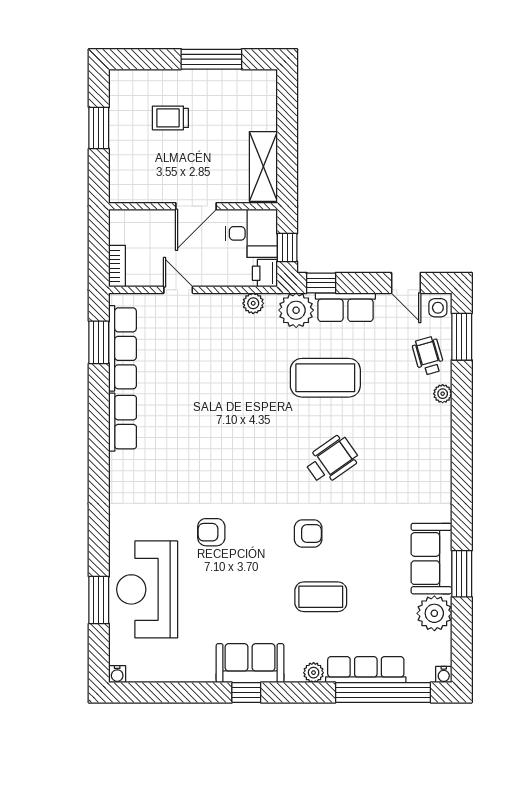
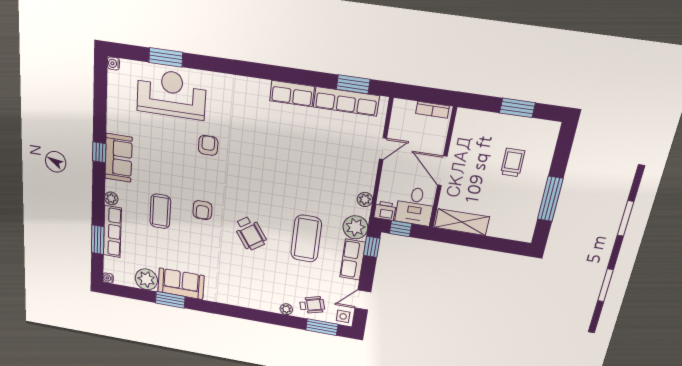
bookcase: (117, 266) -> (432, 110), moved
window: (383, 693) -> (98, 240), width x0.47

